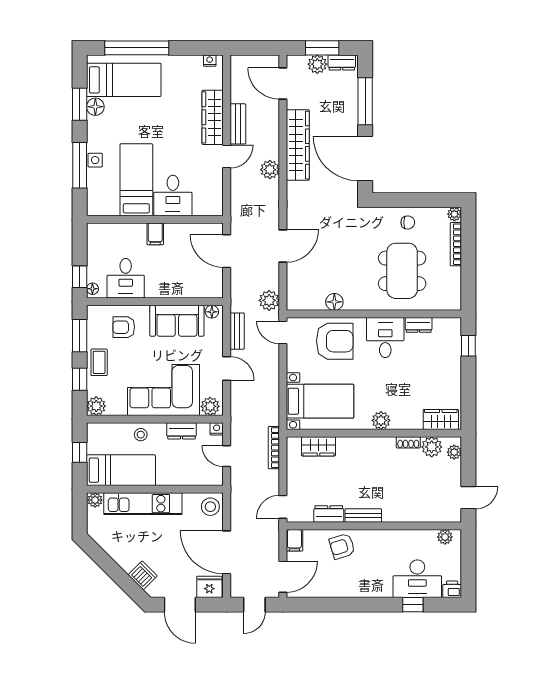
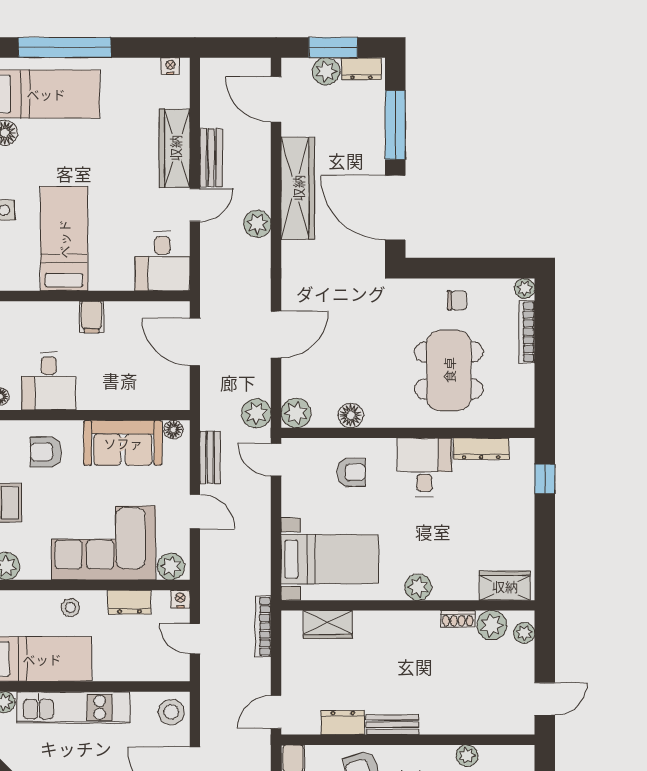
desk: (173, 195) -> (162, 261), moved
plant: (297, 300) -> (296, 413), added
dresser: (419, 325) -> (481, 449), width x1.44
armchair: (335, 341) -> (351, 472), width x0.53, depth x0.53
plant: (445, 537) -> (467, 756), moved

